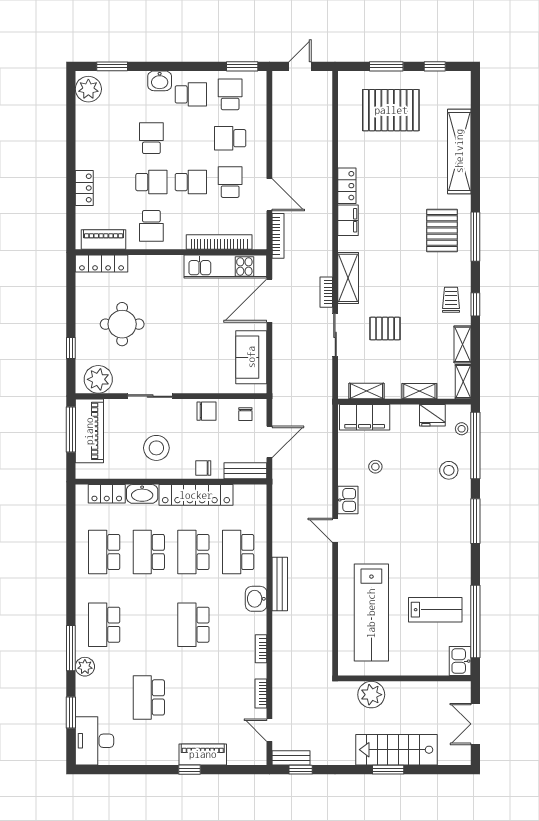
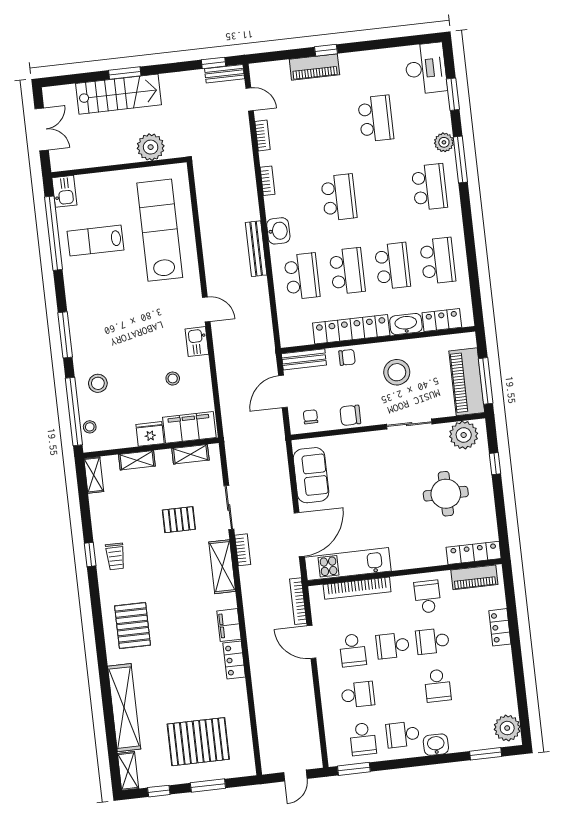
window: (475, 237) -> (98, 623), removed
shelving: (462, 344) -> (128, 771), moved
fridge: (432, 415) -> (150, 434), moved

